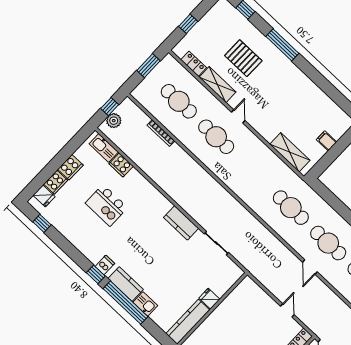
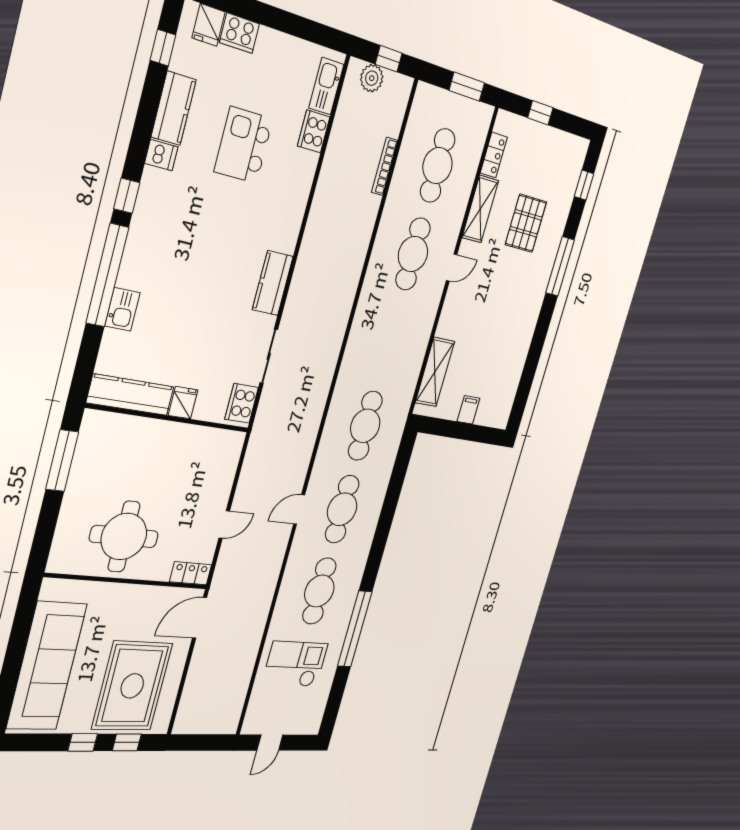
cooker: (70, 167) -> (242, 403), moved, turned 90
dishwasher: (105, 265) -> (161, 155), moved
kitchen counter: (126, 284) -> (174, 108), moved

